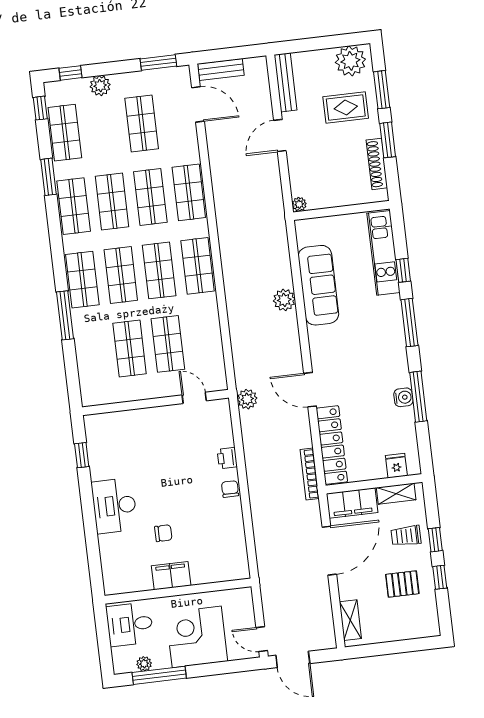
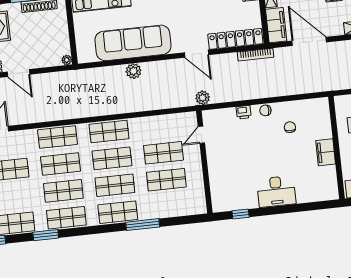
sofa: (318, 285) -> (133, 43), width x1.36, depth x1.27
door: (310, 390) -> (196, 54), hinge flipped
chair: (163, 533) -> (290, 127), moved

